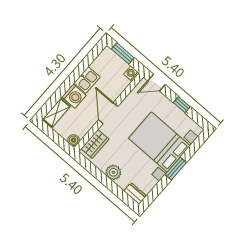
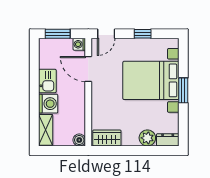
door: (108, 113) -> (88, 69), moved
wardrobe: (95, 144) -> (107, 138), moved, turned -90
plant: (113, 172) -> (147, 138), moved

